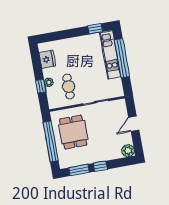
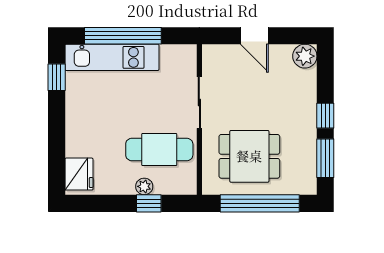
fridge: (47, 59) -> (79, 174), moved, turned 90
cafe table: (68, 87) -> (159, 150), width x1.37, depth x1.35

